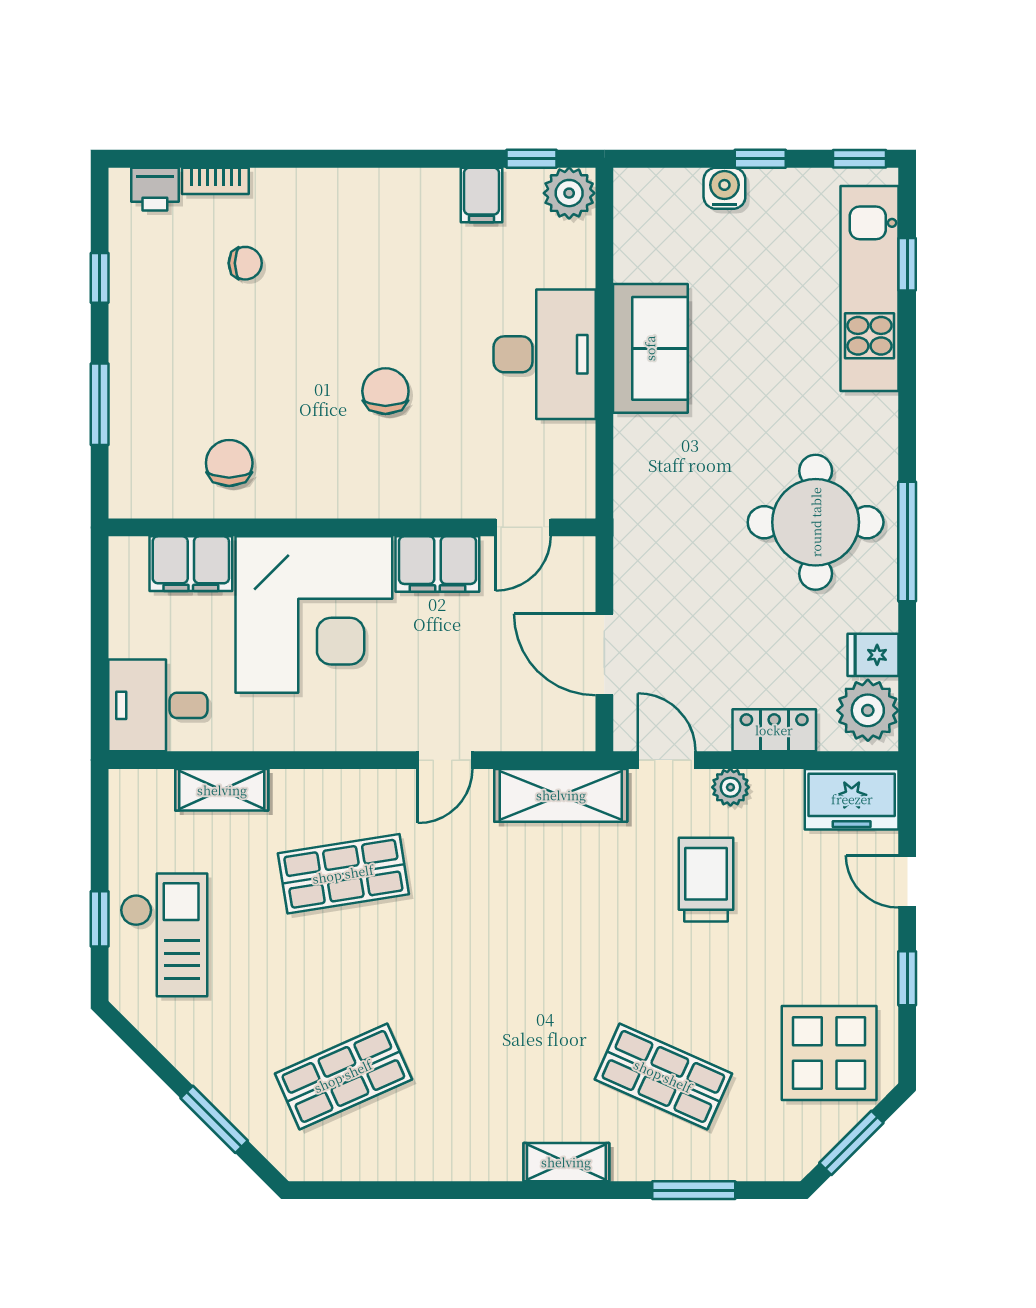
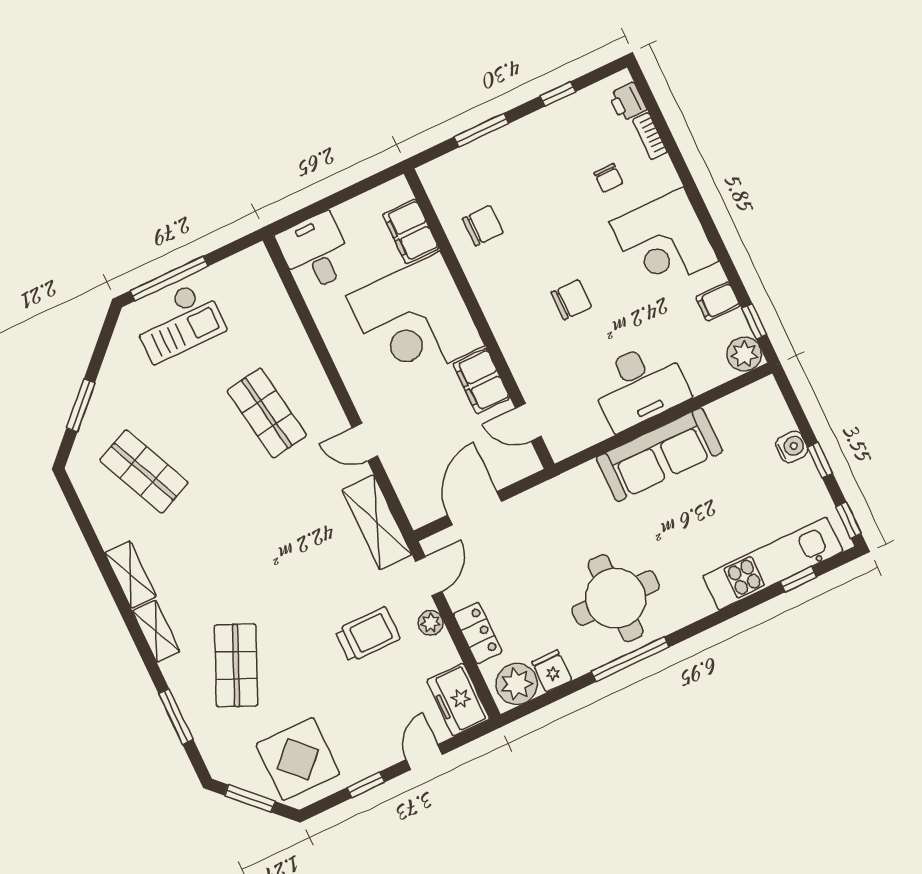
corner desk: (366, 229) -> (664, 242), added
sofa: (650, 348) -> (659, 455), width x1.36
shelving: (222, 790) -> (130, 575), moved
window: (100, 919) -> (169, 278), width x2.17

